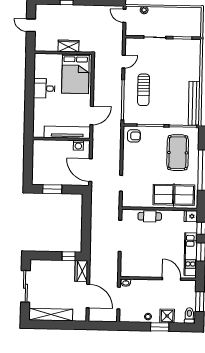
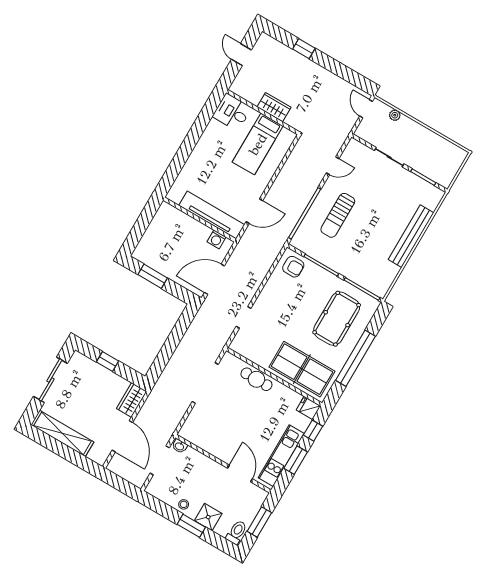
bed: (75, 74) -> (258, 144), width x0.67
desk: (44, 88) -> (232, 112), moved
bench: (194, 103) -> (411, 236), moved
door: (91, 170) -> (214, 279), hinge flipped
window: (69, 256) -> (107, 361), moved

